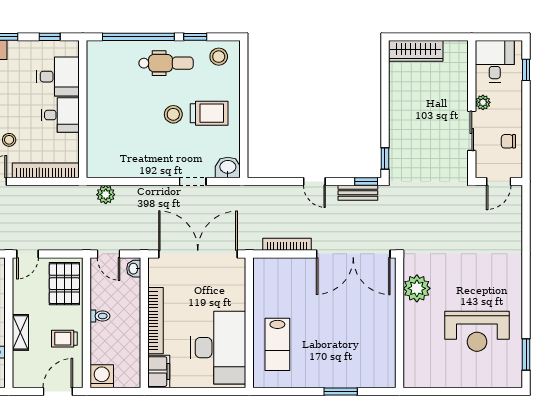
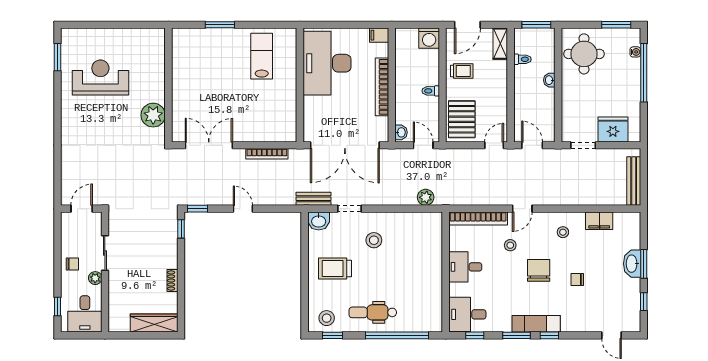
window: (195, 37) -> (333, 335), moved
desk: (58, 77) -> (467, 314), moved
shoe rack: (395, 100) -> (172, 280), added
stool: (173, 114) -> (374, 240), moved
chair: (508, 141) -> (72, 264), moved
bench: (358, 193) -> (313, 199), moved
double door: (353, 254) -> (209, 145), width x0.73
shelving: (20, 332) -> (500, 44), moved
lab bench: (277, 344) -> (262, 56), moved
filing cabinet: (159, 372) -> (379, 35), width x0.50

